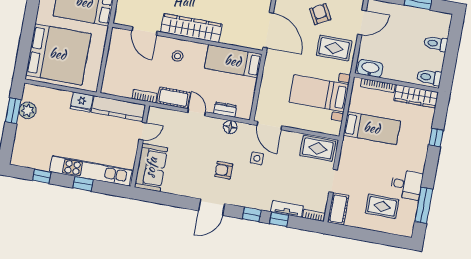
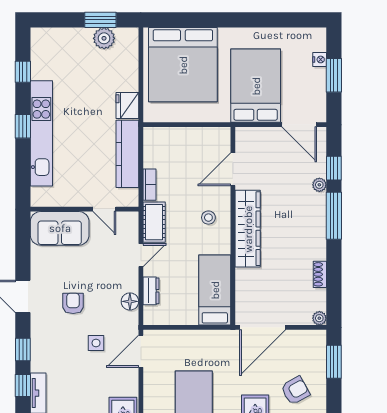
door: (143, 131) -> (104, 209), moved
wall: (140, 146) -> (85, 209), moved
sofa: (151, 167) -> (60, 228), moved

